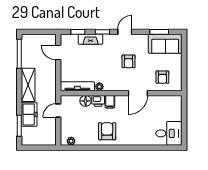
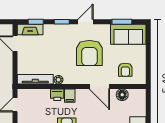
fireplace: (91, 39) -> (30, 29), moved
armchair: (129, 61) -> (89, 53), width x1.88, depth x1.88
door: (138, 93) -> (99, 87), hinge flipped
floor lamp: (86, 101) -> (122, 95), moved

